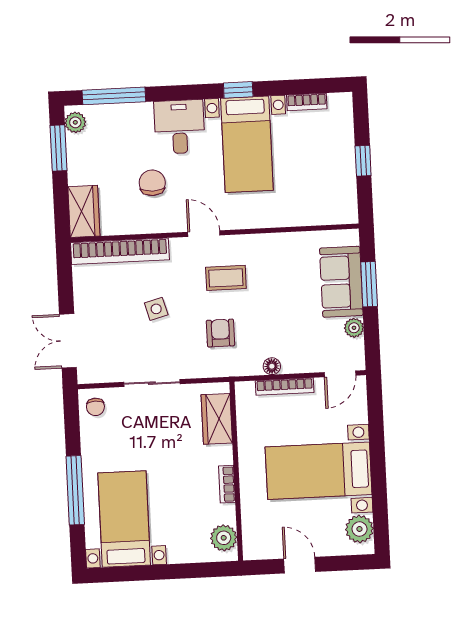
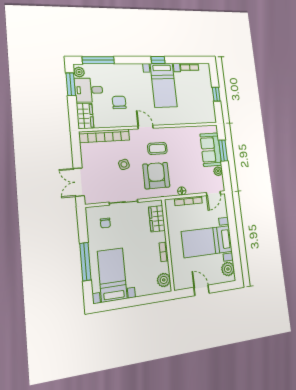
desk: (179, 127) -> (89, 90), moved, turned -90
armchair: (220, 333) -> (156, 176), width x1.88, depth x1.88
chair: (95, 407) -> (105, 223), moved

